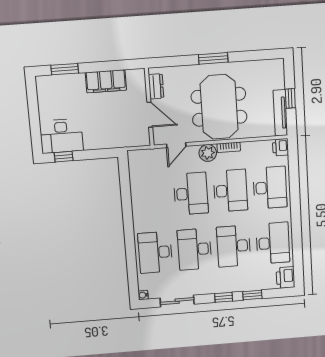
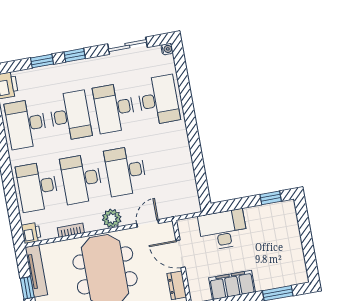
desk: (61, 136) -> (223, 230), moved
bookcase: (229, 147) -> (71, 230), moved
desk: (195, 249) -> (114, 108), turned 180

